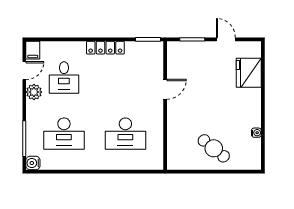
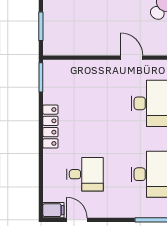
door: (165, 89) -> (132, 58), moved
plant: (34, 92) -> (102, 209), removed

